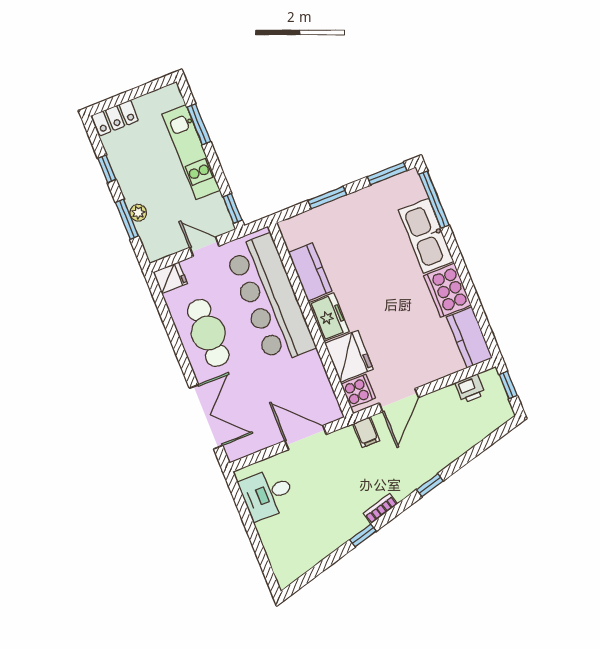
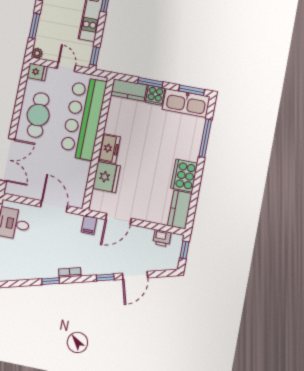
window: (434, 200) -> (205, 138), moved
plant: (138, 213) -> (37, 53), moved
kitchen sink: (426, 236) -> (186, 103), moved, turned -90
kitchen counter: (310, 272) -> (129, 90), moved, turned 90
cooker: (358, 391) -> (155, 95), moved, turned 90
door: (466, 458) -> (135, 275), added

